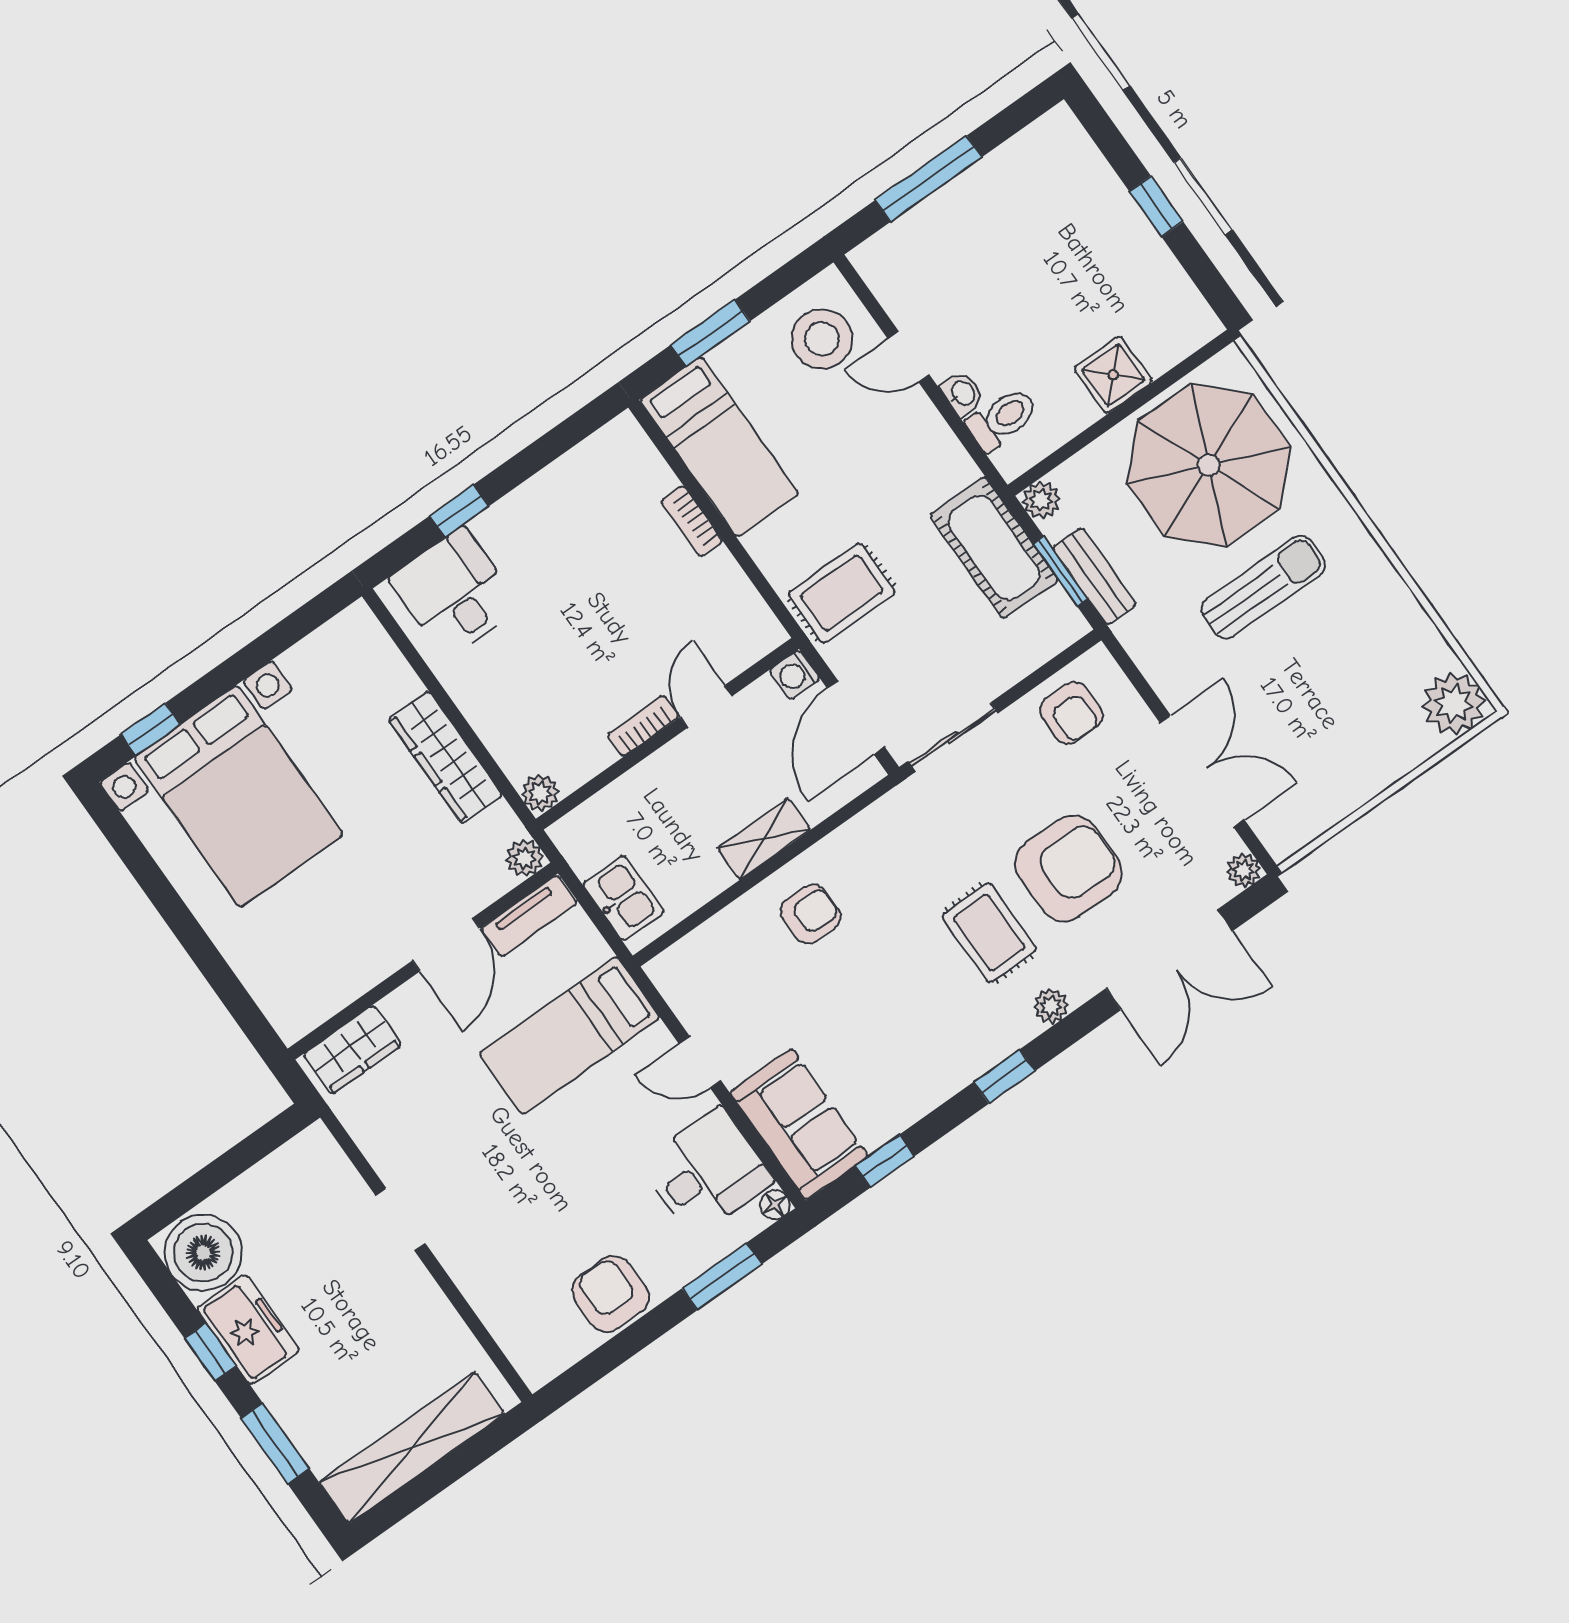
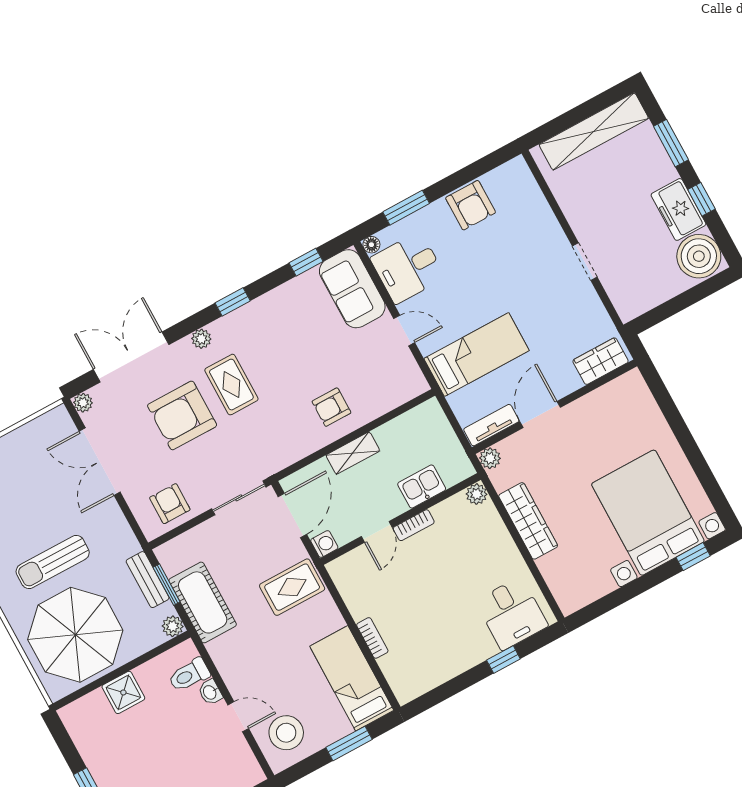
kitchen sink: (623, 898) -> (422, 487), moved, turned 90

